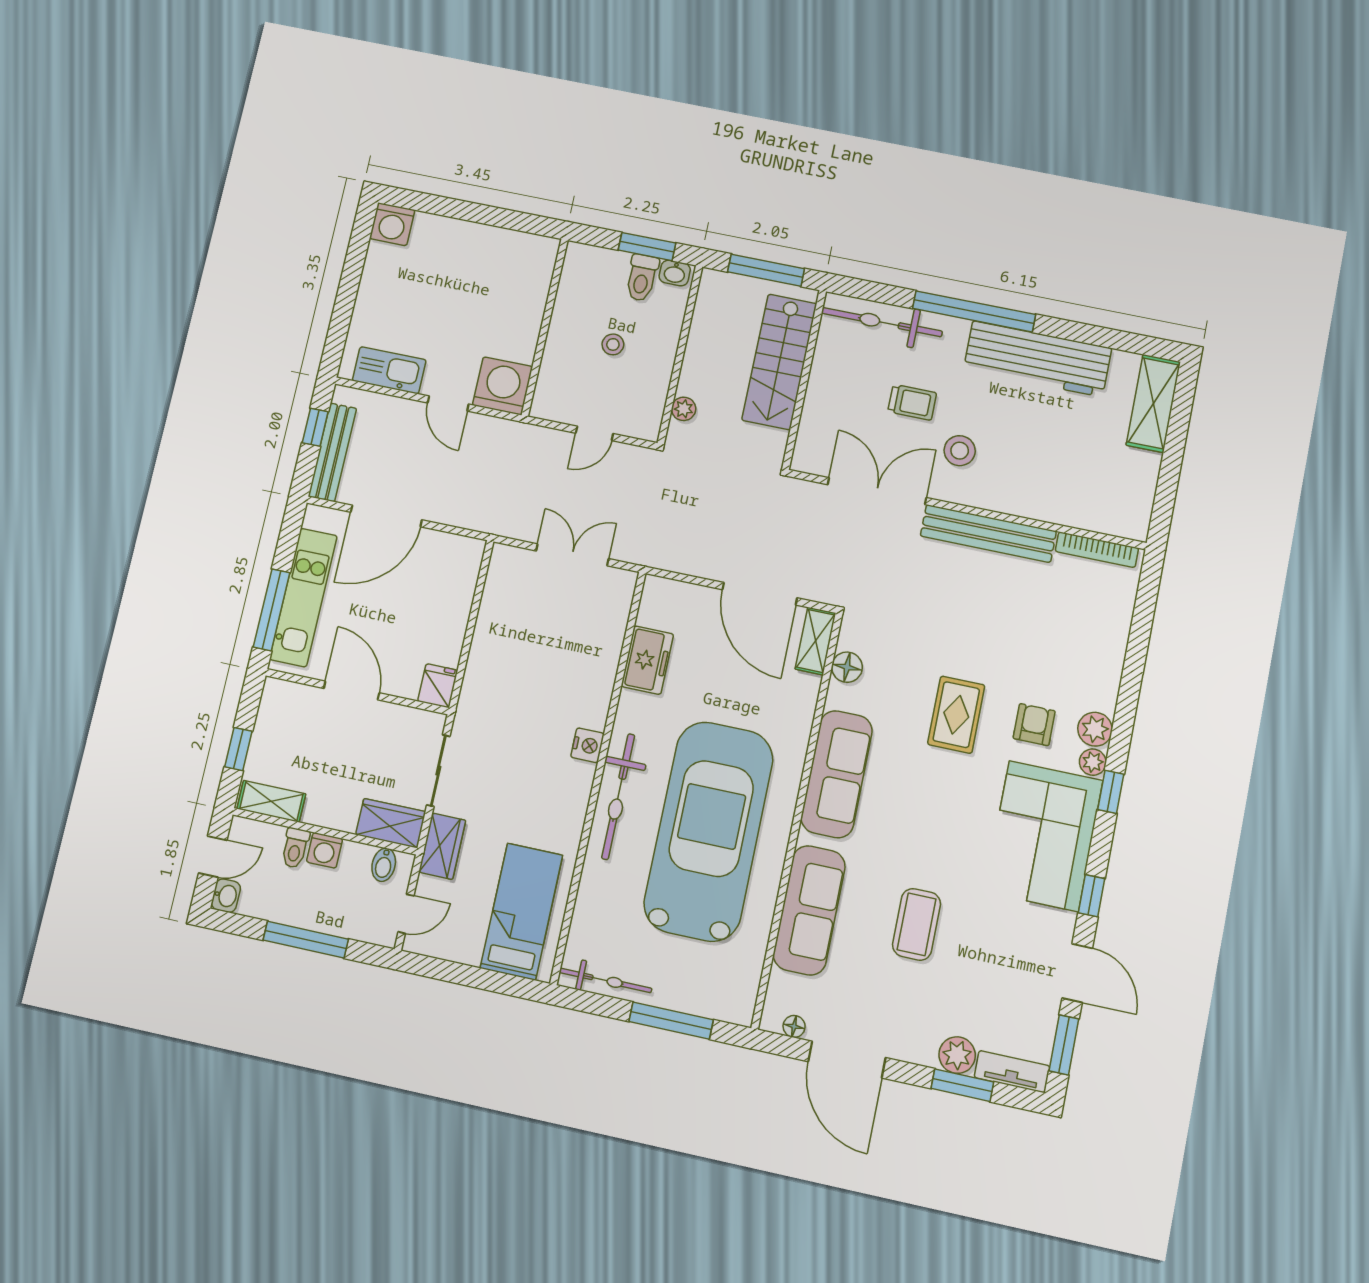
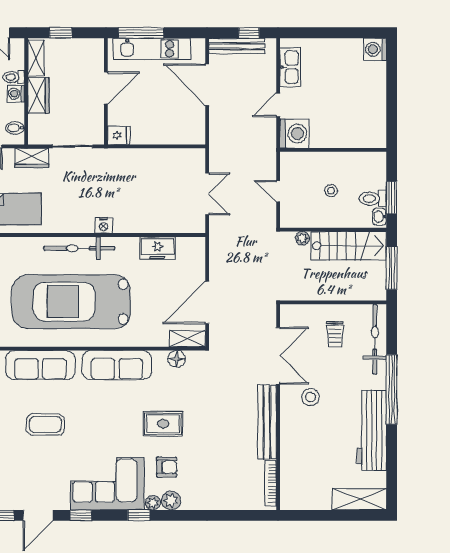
stairs: (779, 362) -> (348, 246), moved, turned 180
trolley: (912, 402) -> (335, 334), moved
wardrobe: (391, 823) -> (38, 95), moved
car: (709, 831) -> (71, 302), turned 180

